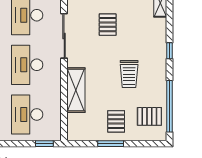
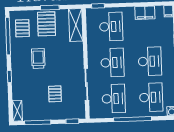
shelving: (76, 90) -> (76, 25), moved
pallet: (149, 116) -> (22, 28), turned 90
pallet: (116, 121) -> (46, 24), width x1.50, depth x1.42

